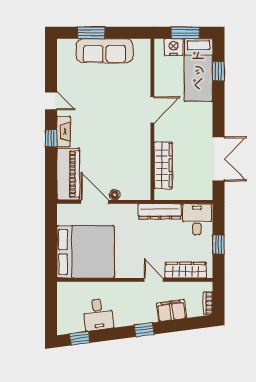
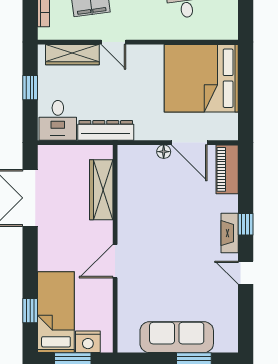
piano: (68, 174) -> (227, 169), width x0.73, depth x0.75

